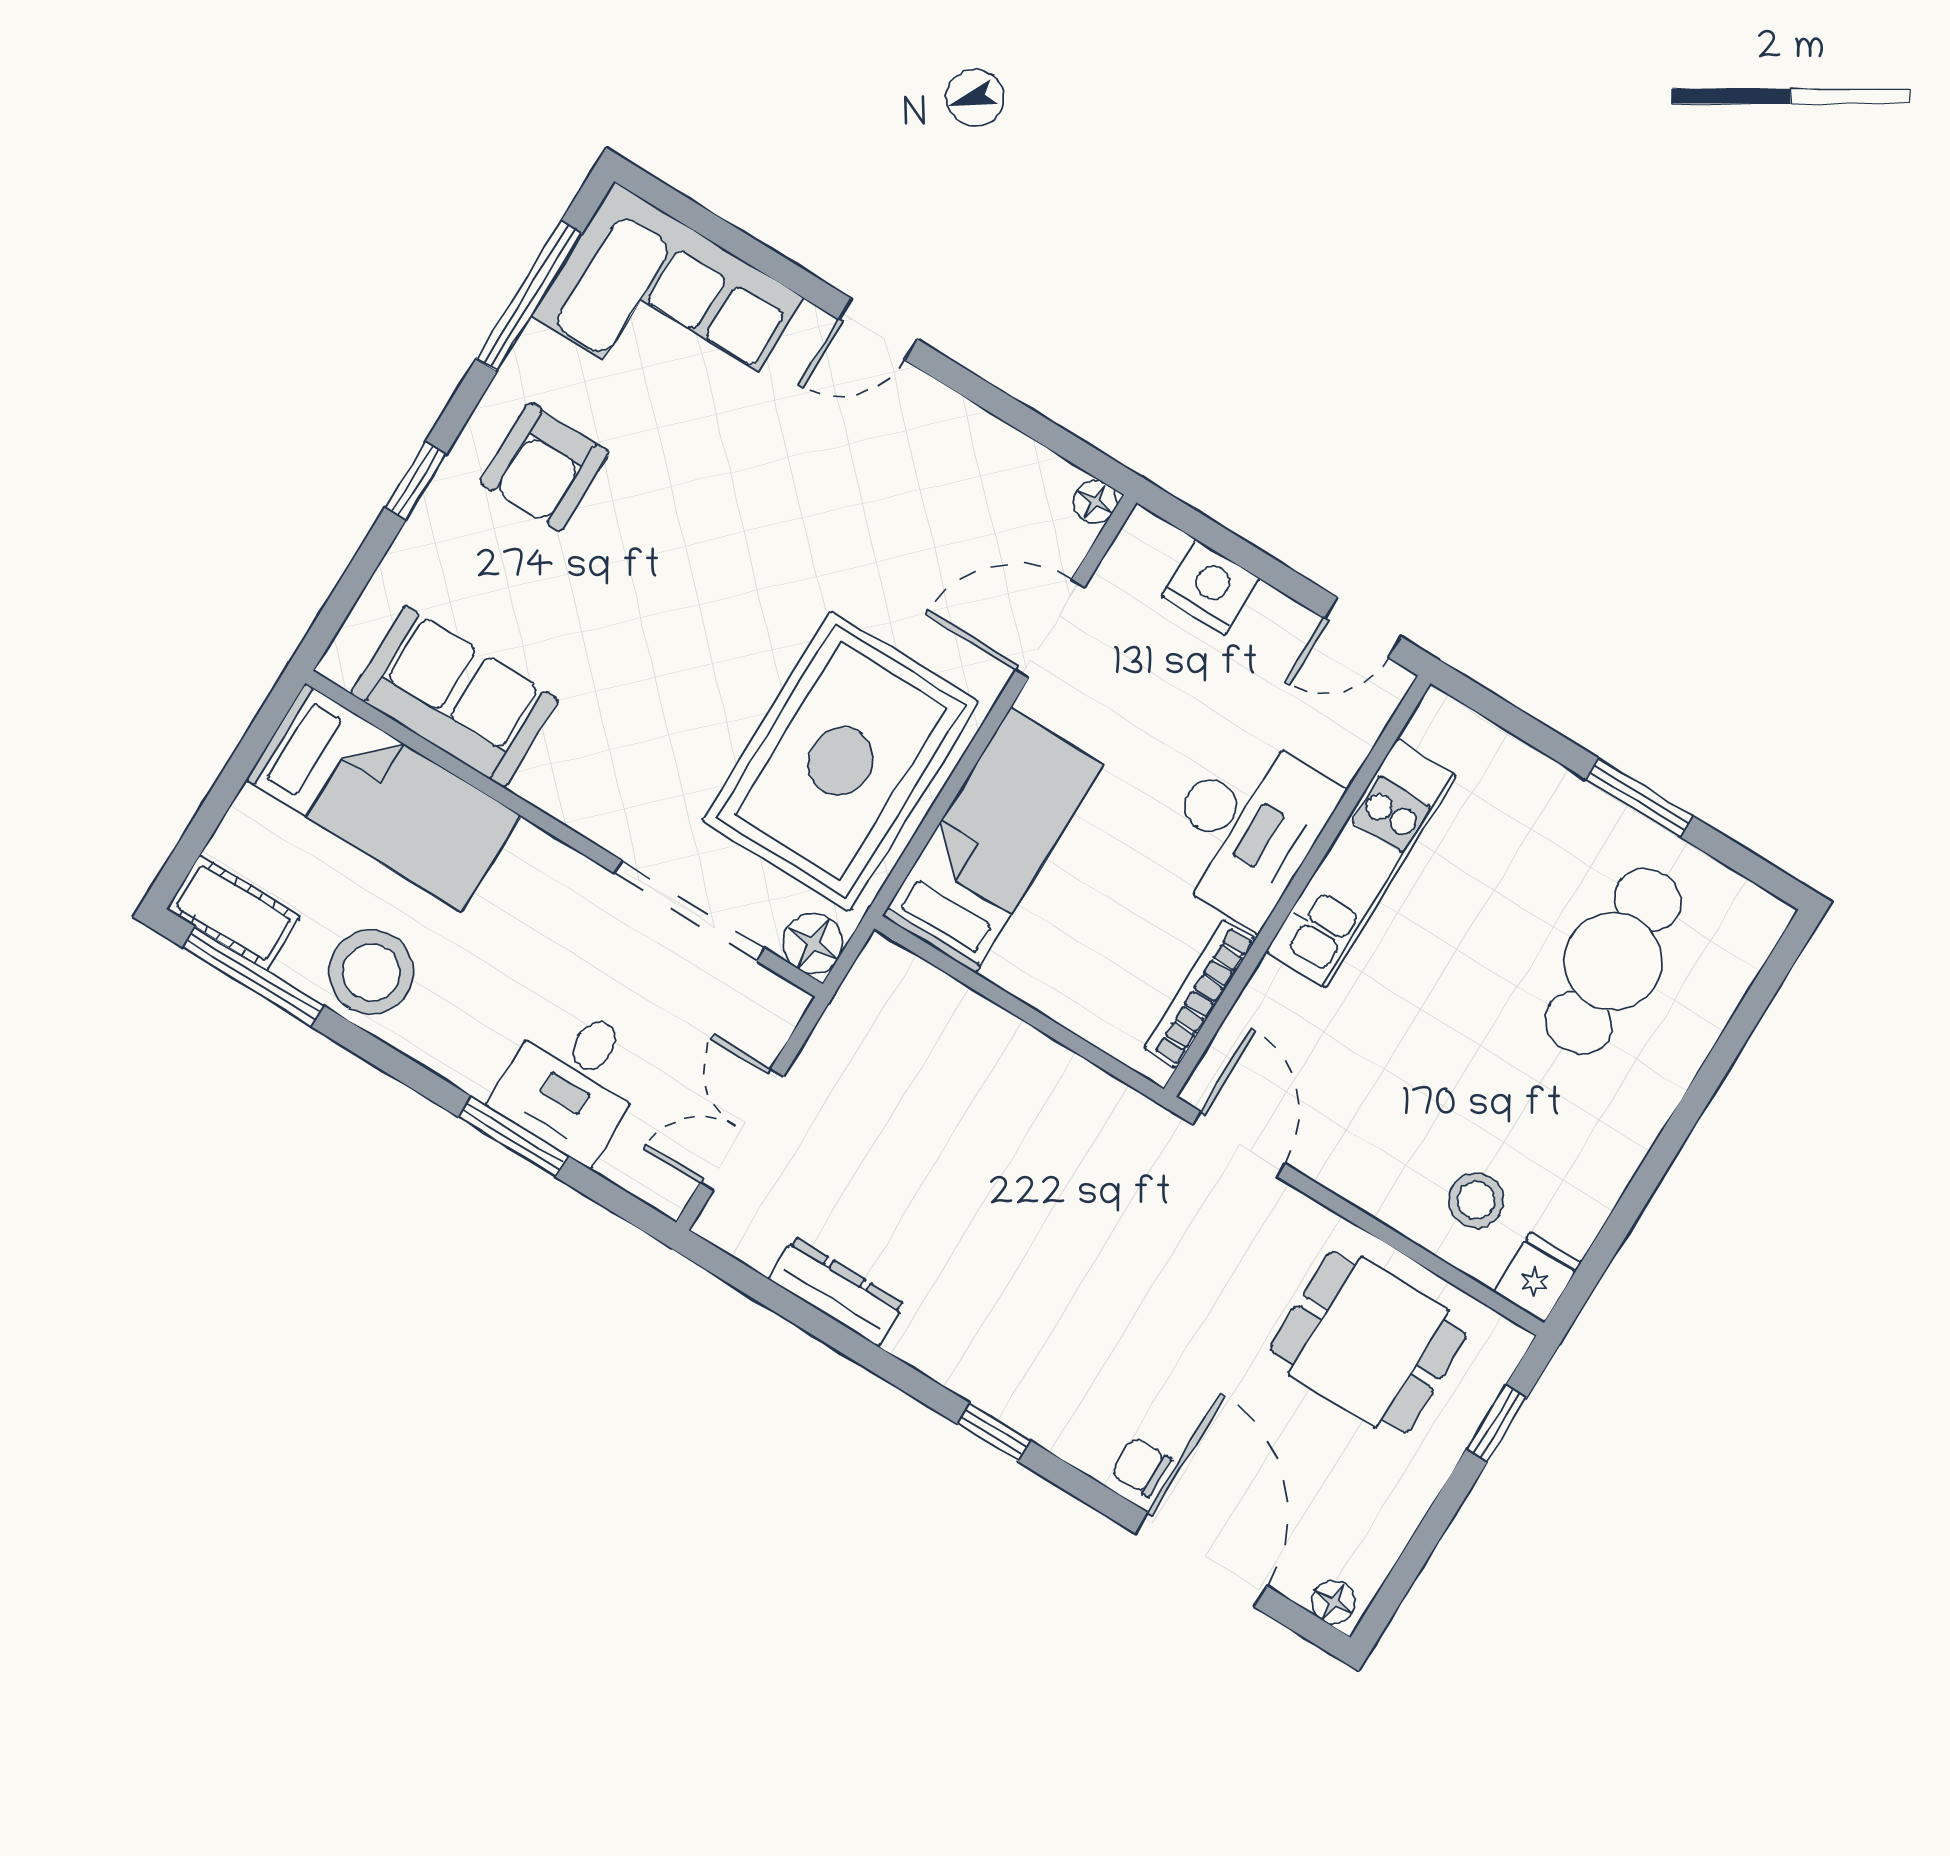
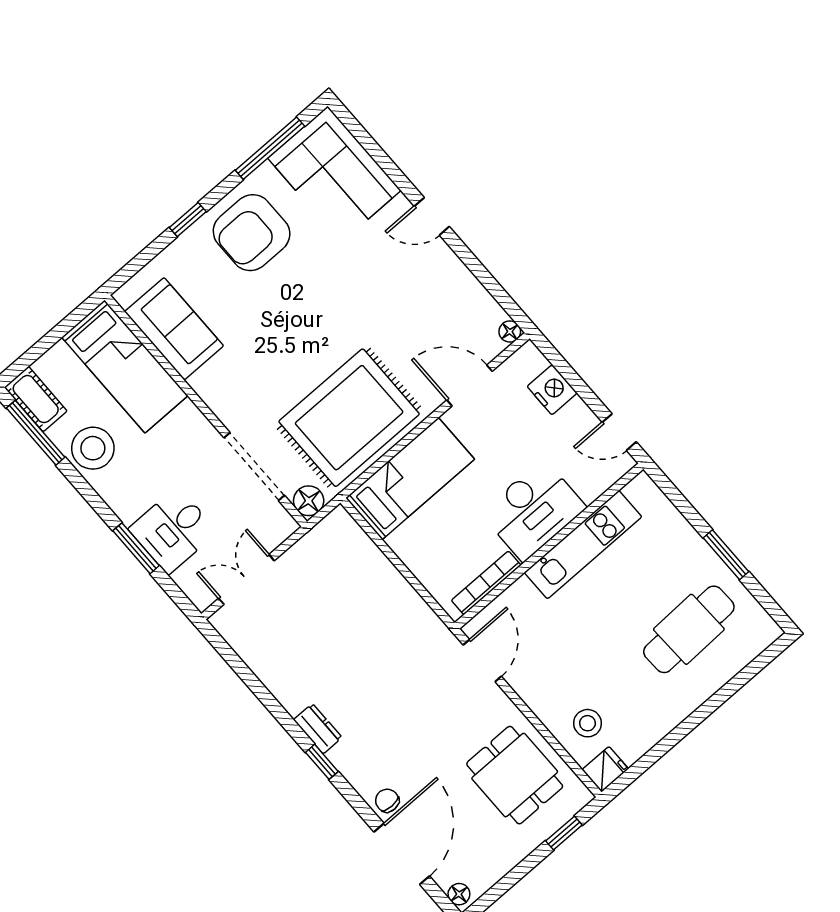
armchair: (545, 467) -> (252, 233), width x1.36, depth x1.36
dresser: (836, 1291) -> (318, 729), moved, width x0.70

